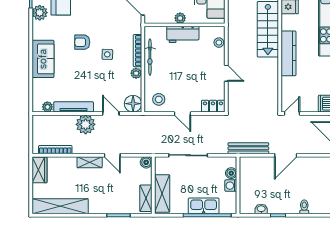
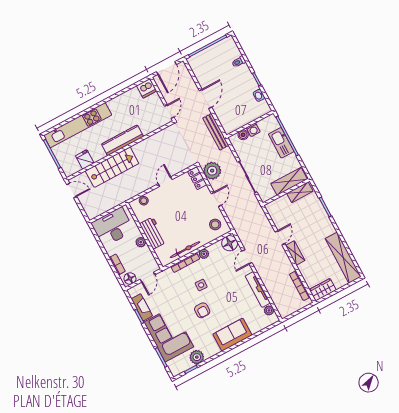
door: (292, 114) -> (169, 112), swing flipped
plant: (86, 124) -> (212, 171), moved
door: (286, 155) -> (205, 99), hinge flipped
boiler: (146, 162) -> (271, 208), removed

